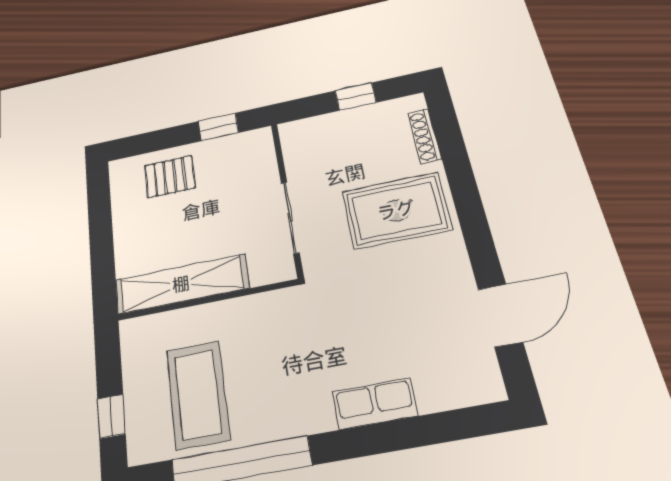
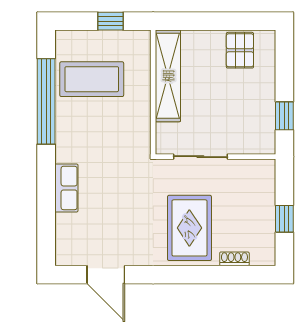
shoe rack: (425, 136) -> (234, 259), width x0.70
pallet: (170, 177) -> (240, 50), moved
window: (111, 416) -> (110, 21), moved

